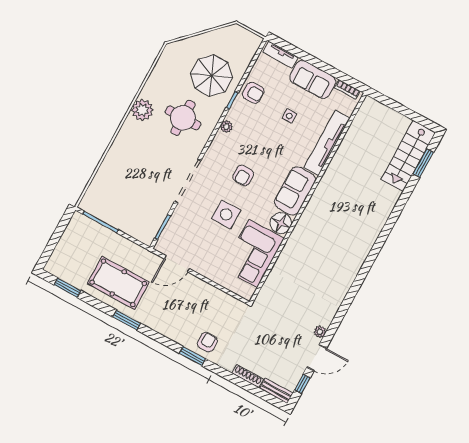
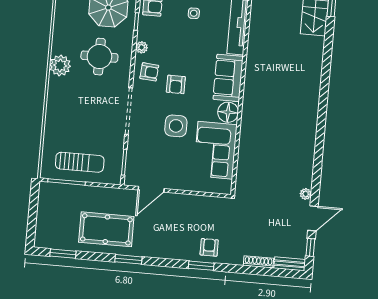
armchair: (223, 153) -> (149, 72), added
sun lounger: (121, 209) -> (80, 162), added

